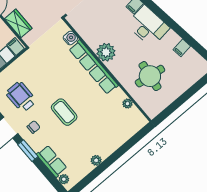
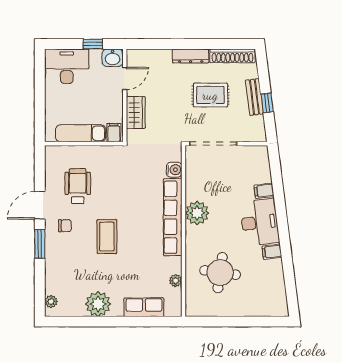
filing cabinet: (182, 48) -> (272, 252), moved
plant: (96, 160) -> (98, 304), width x1.87, depth x1.87
row of seats: (52, 161) -> (144, 307), moved, turned -90

